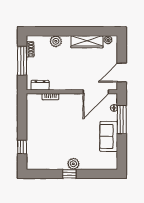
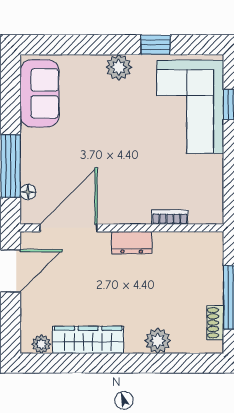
dresser: (40, 85) -> (132, 243), moved
sofa: (109, 136) -> (40, 93), moved
corner sofa: (41, 146) -> (190, 107), added
window: (69, 174) -> (156, 45), moved

